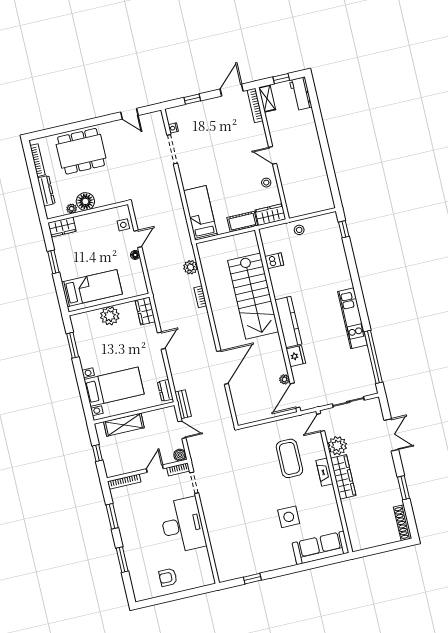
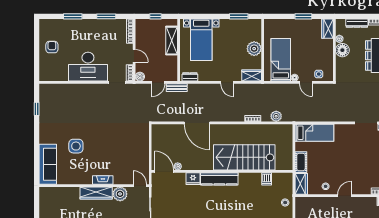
bed: (92, 288) -> (281, 60), moved, turned 180
coffee table: (289, 458) -> (119, 157), removed

